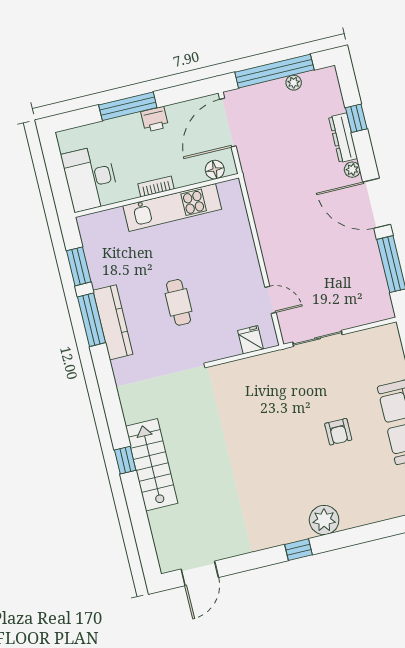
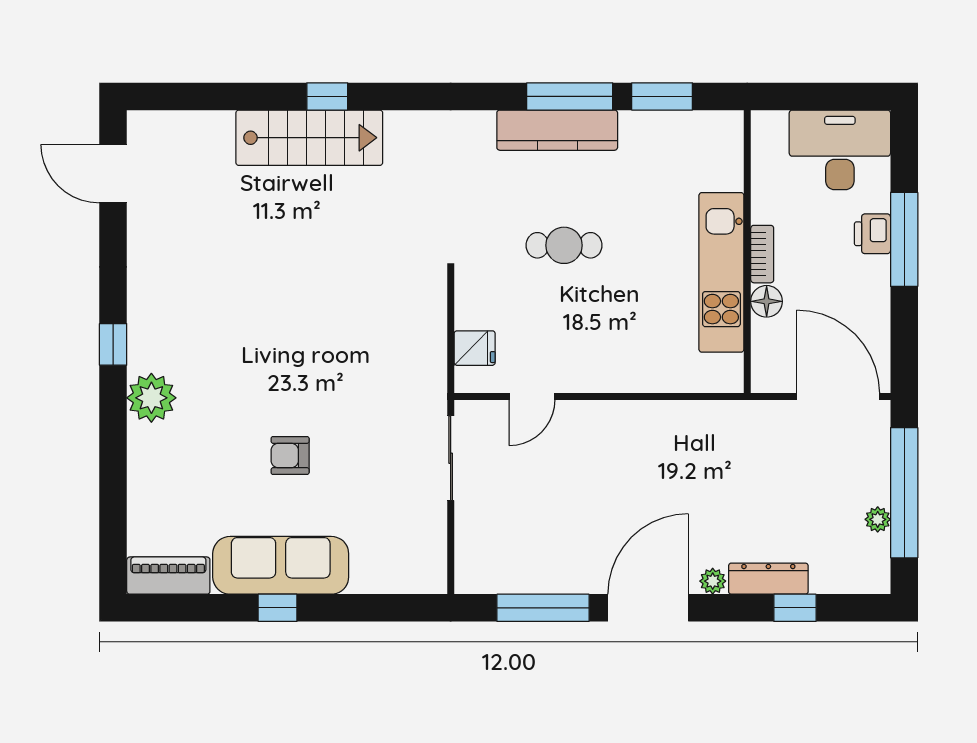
printer: (155, 119) -> (872, 234), moved
floor lamp: (215, 170) -> (767, 301), moved
desk: (90, 178) -> (840, 150), moved

